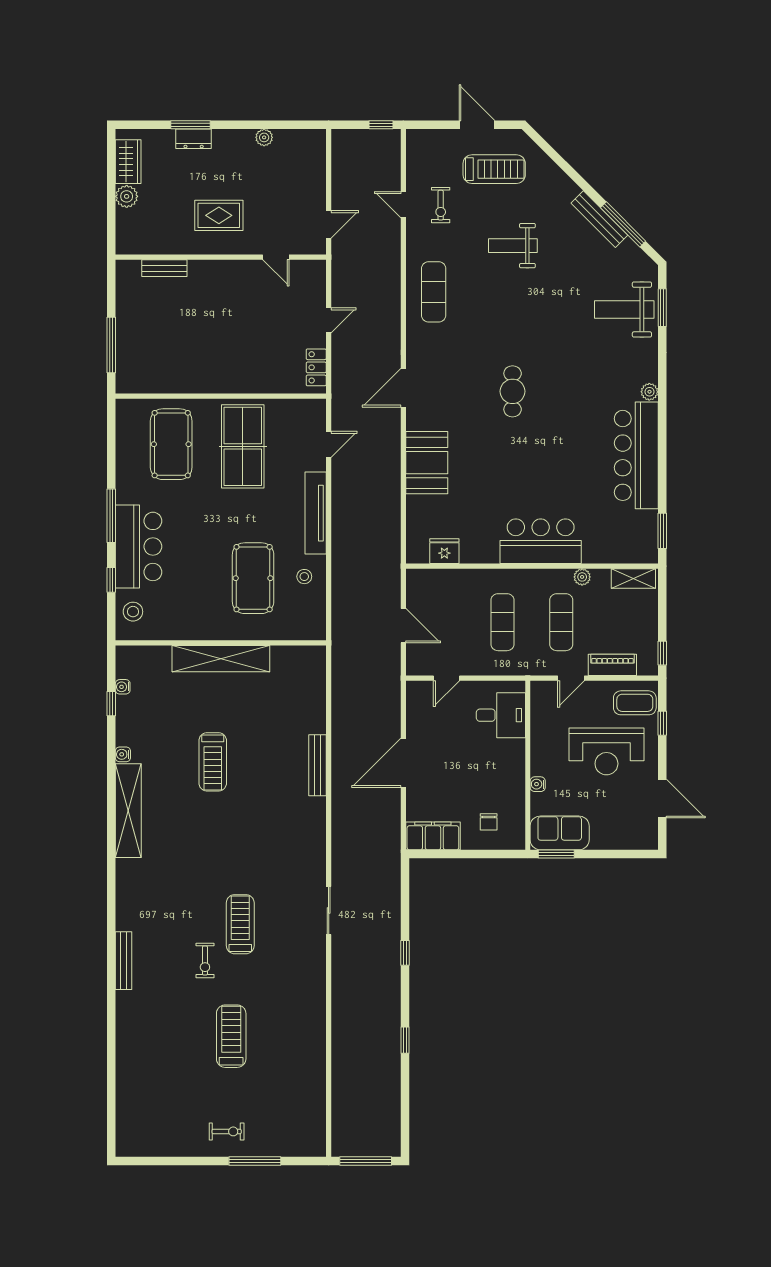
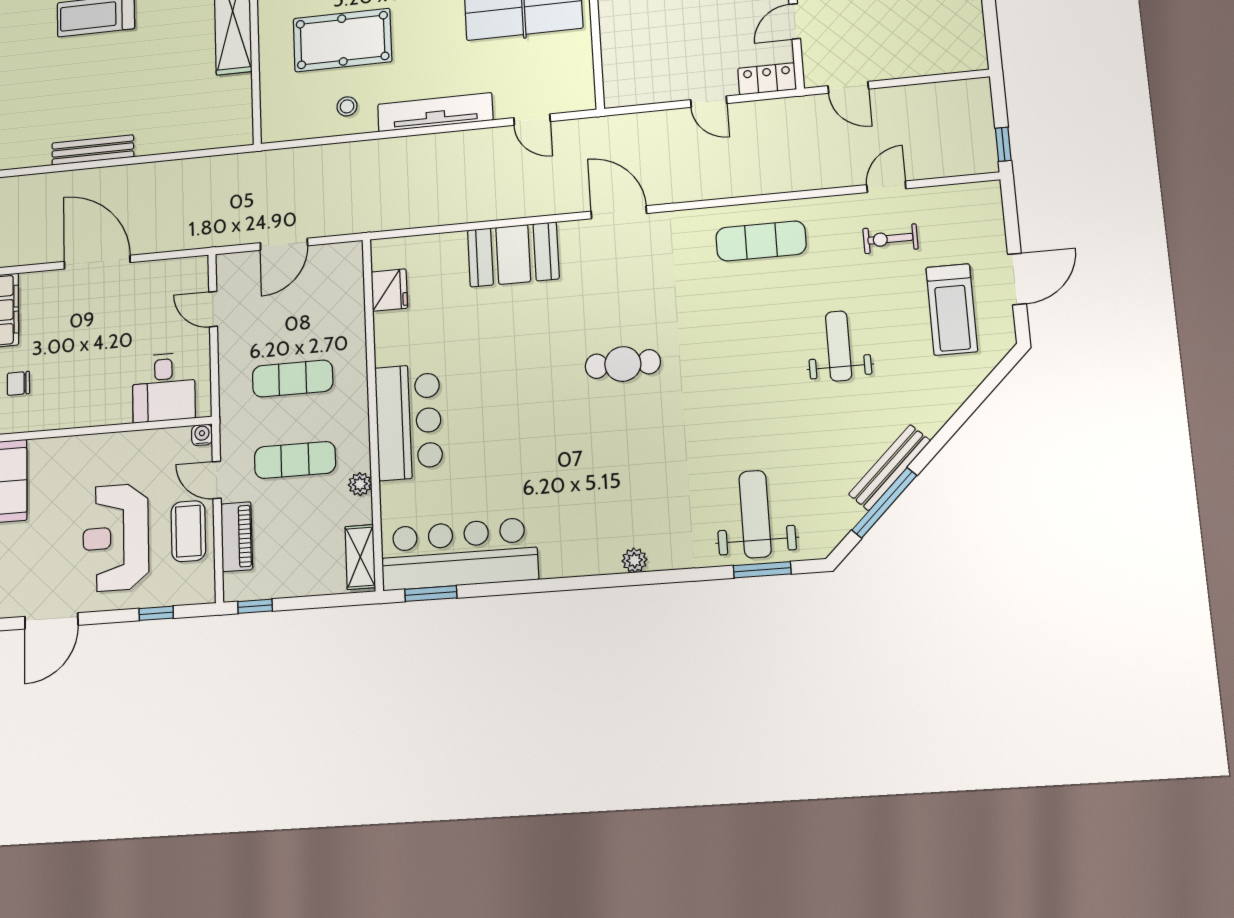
locker: (316, 367) -> (767, 79), moved
bar counter: (636, 455) -> (459, 554), moved
coffee table: (635, 703) -> (188, 531), moved
water cooler: (538, 784) -> (202, 435), moved

